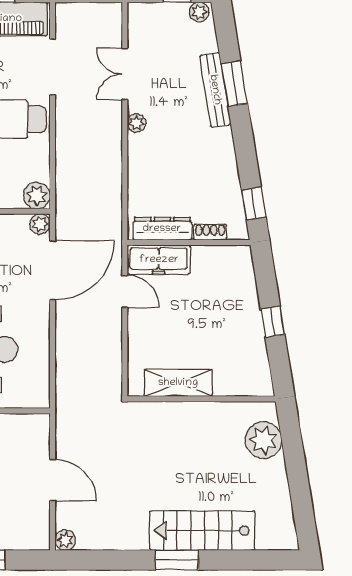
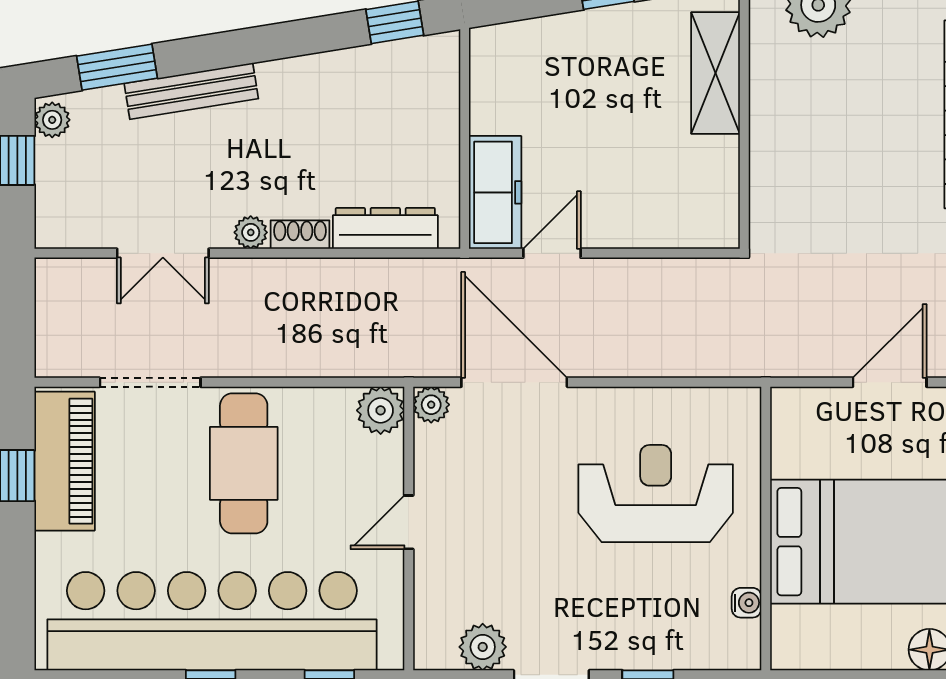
window: (234, 84) -> (117, 67), moved
dresser: (162, 229) -> (385, 228), moved, turned 90
shoe rack: (210, 232) -> (300, 235), moved, turned 90
shelving: (178, 383) -> (716, 73), moved

